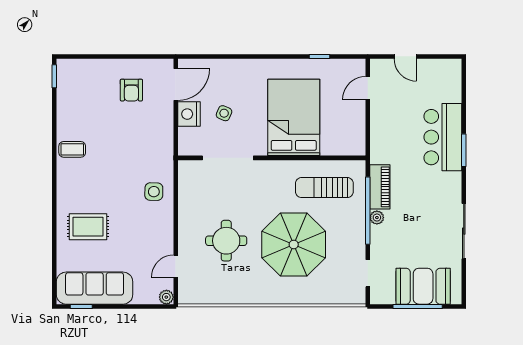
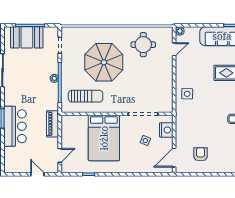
nightstand: (189, 114) -> (166, 130), moved
piano: (380, 187) -> (53, 124), moved
round table: (226, 241) -> (143, 45), moved

